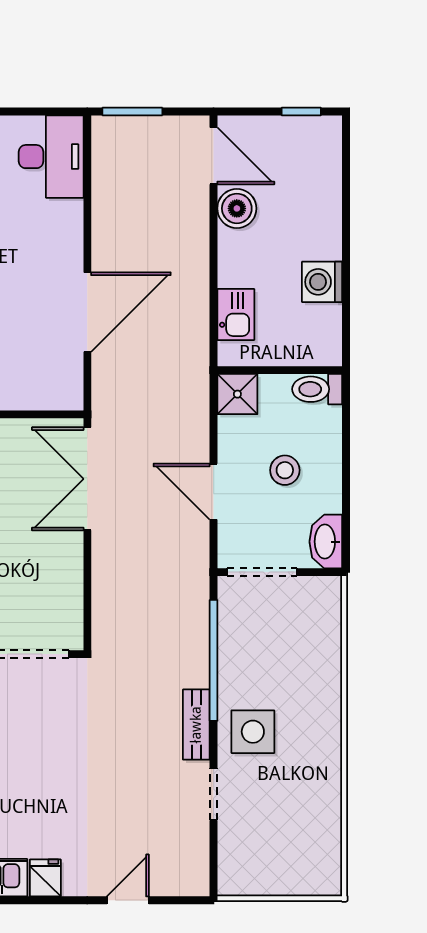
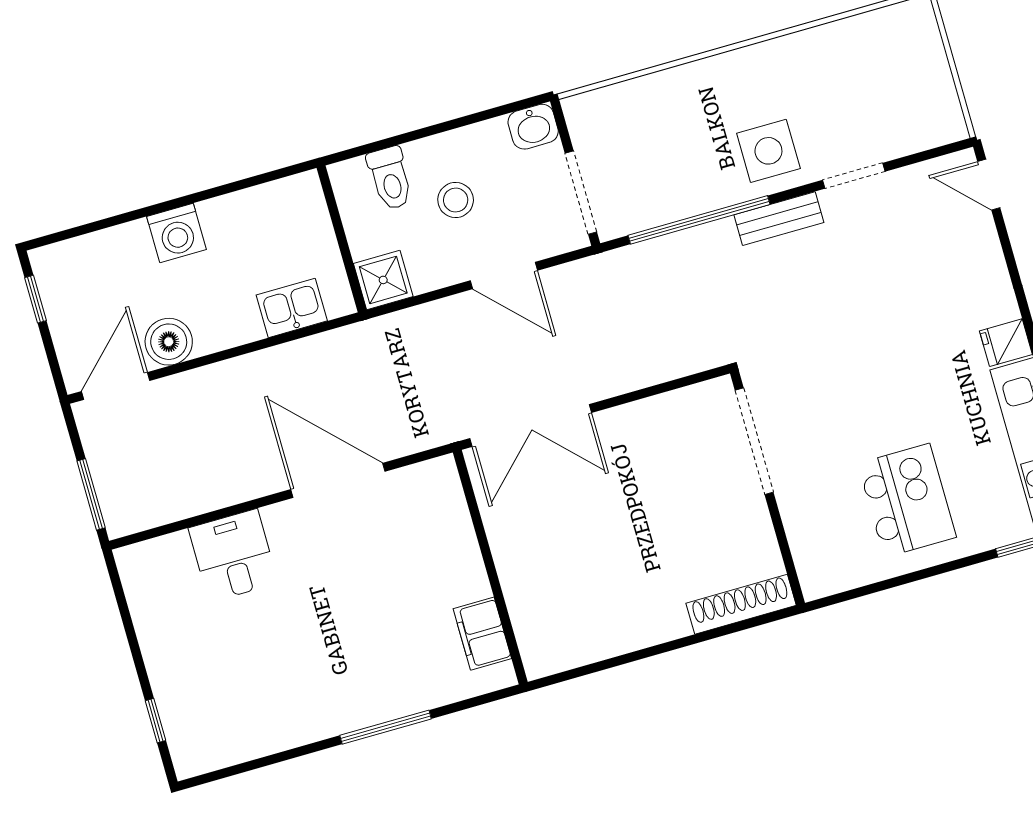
desk: (51, 157) -> (233, 556), moved, width x0.73
washing machine: (322, 282) -> (177, 233), moved
toilet: (317, 389) -> (390, 178), moved
door: (214, 492) -> (504, 275), hinge flipped
washbasin: (326, 542) -> (533, 127), width x0.72
door: (128, 900) -> (989, 185), moved

